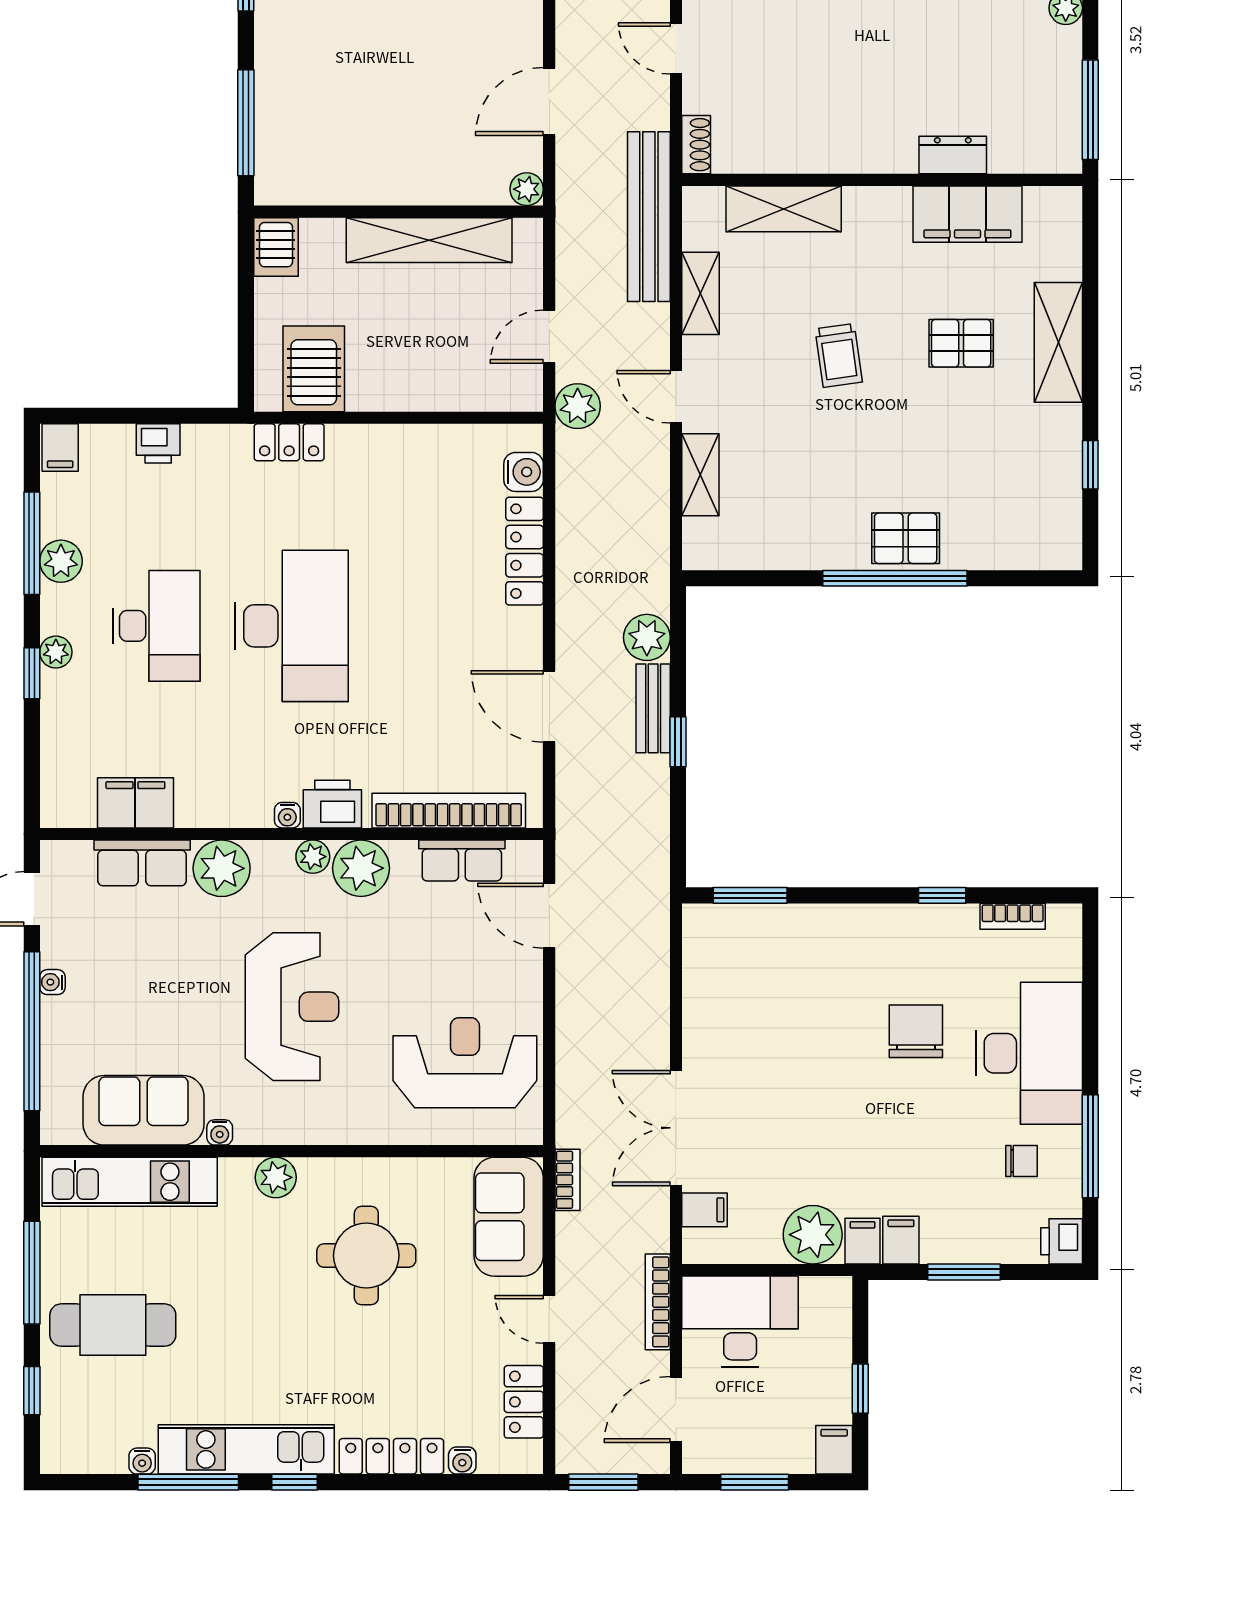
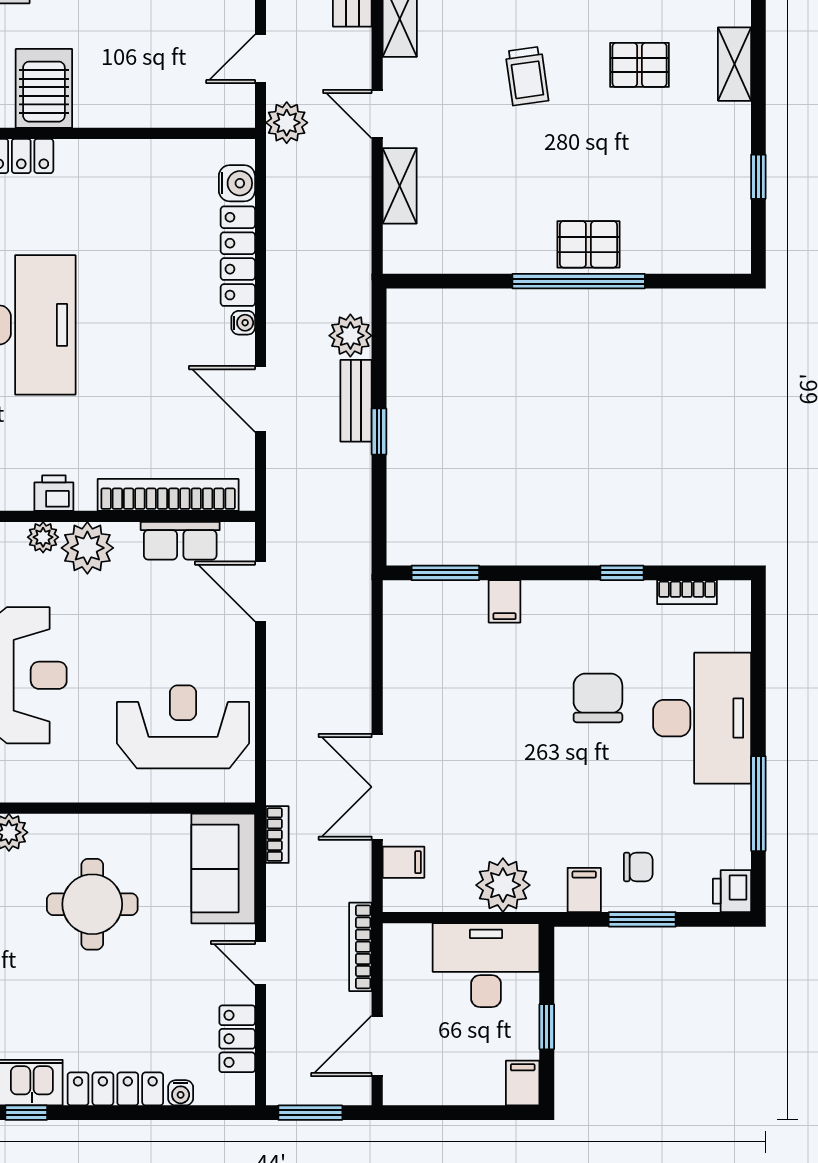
shelving: (1058, 342) -> (734, 64), width x0.67, depth x0.75
printer: (332, 804) -> (54, 493), width x0.73, depth x0.81
water cooler: (287, 815) -> (243, 323), moved, turned -90
chair: (1021, 1161) -> (638, 867), moved
filing cabinet: (862, 1241) -> (505, 601), moved, turned 180
desk: (740, 1322) -> (486, 965), moved
window: (755, 1482) -> (450, 1113), removed

